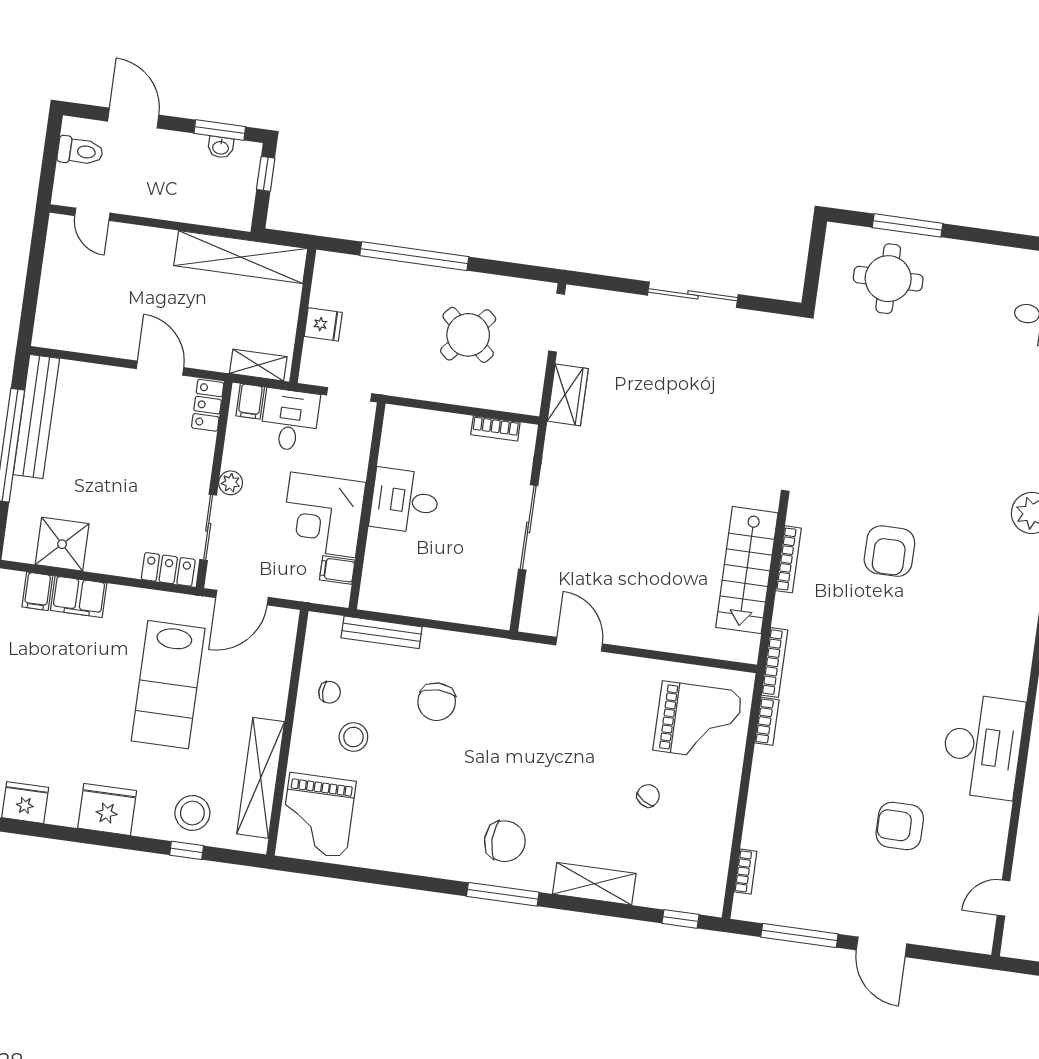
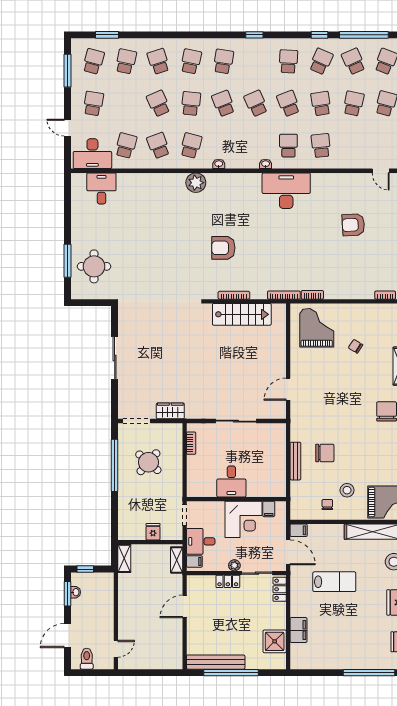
window: (414, 256) -> (115, 465), moved
shelving: (241, 257) -> (124, 558), width x0.45, depth x0.75
locker: (208, 405) -> (228, 581), moved
armchair: (889, 551) -> (223, 248), turned 180
filing cabinet: (37, 591) -> (299, 530), moved
bench: (382, 632) -> (295, 461), moved
lab bench: (168, 685) -> (334, 582), width x0.73, depth x0.72
desk: (983, 747) -> (286, 191), moved
armchair: (900, 826) -> (353, 225), turned 87

